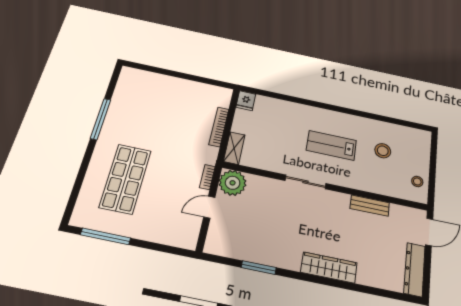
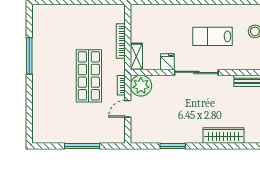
fridge: (246, 101) -> (167, 62), moved, turned 180
shop shelf: (125, 179) -> (89, 76), moved
sliding door: (305, 182) -> (196, 72), width x1.37
window: (106, 236) -> (82, 146), moved

